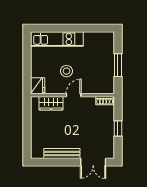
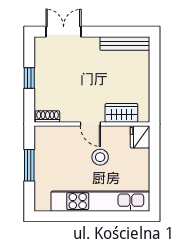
kitchen unit: (57, 39) -> (100, 201), width x1.36
door: (74, 95) -> (90, 124), hinge flipped
bench: (62, 154) -> (125, 44), moved

